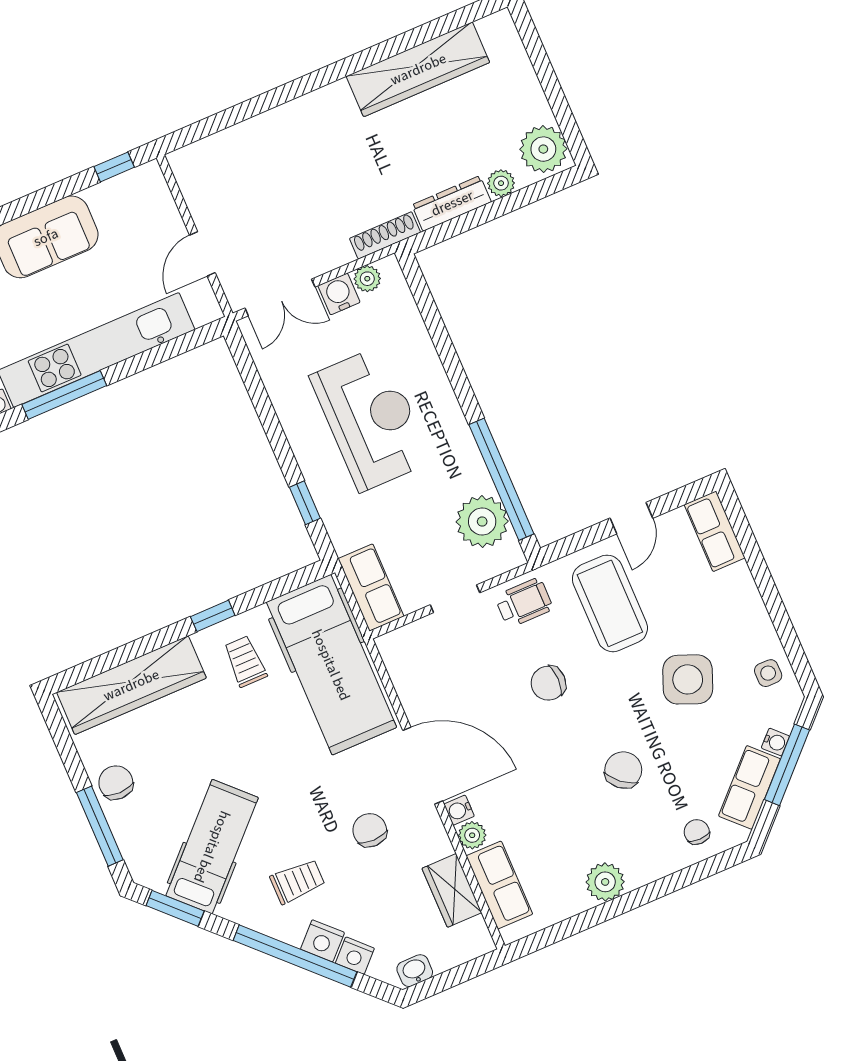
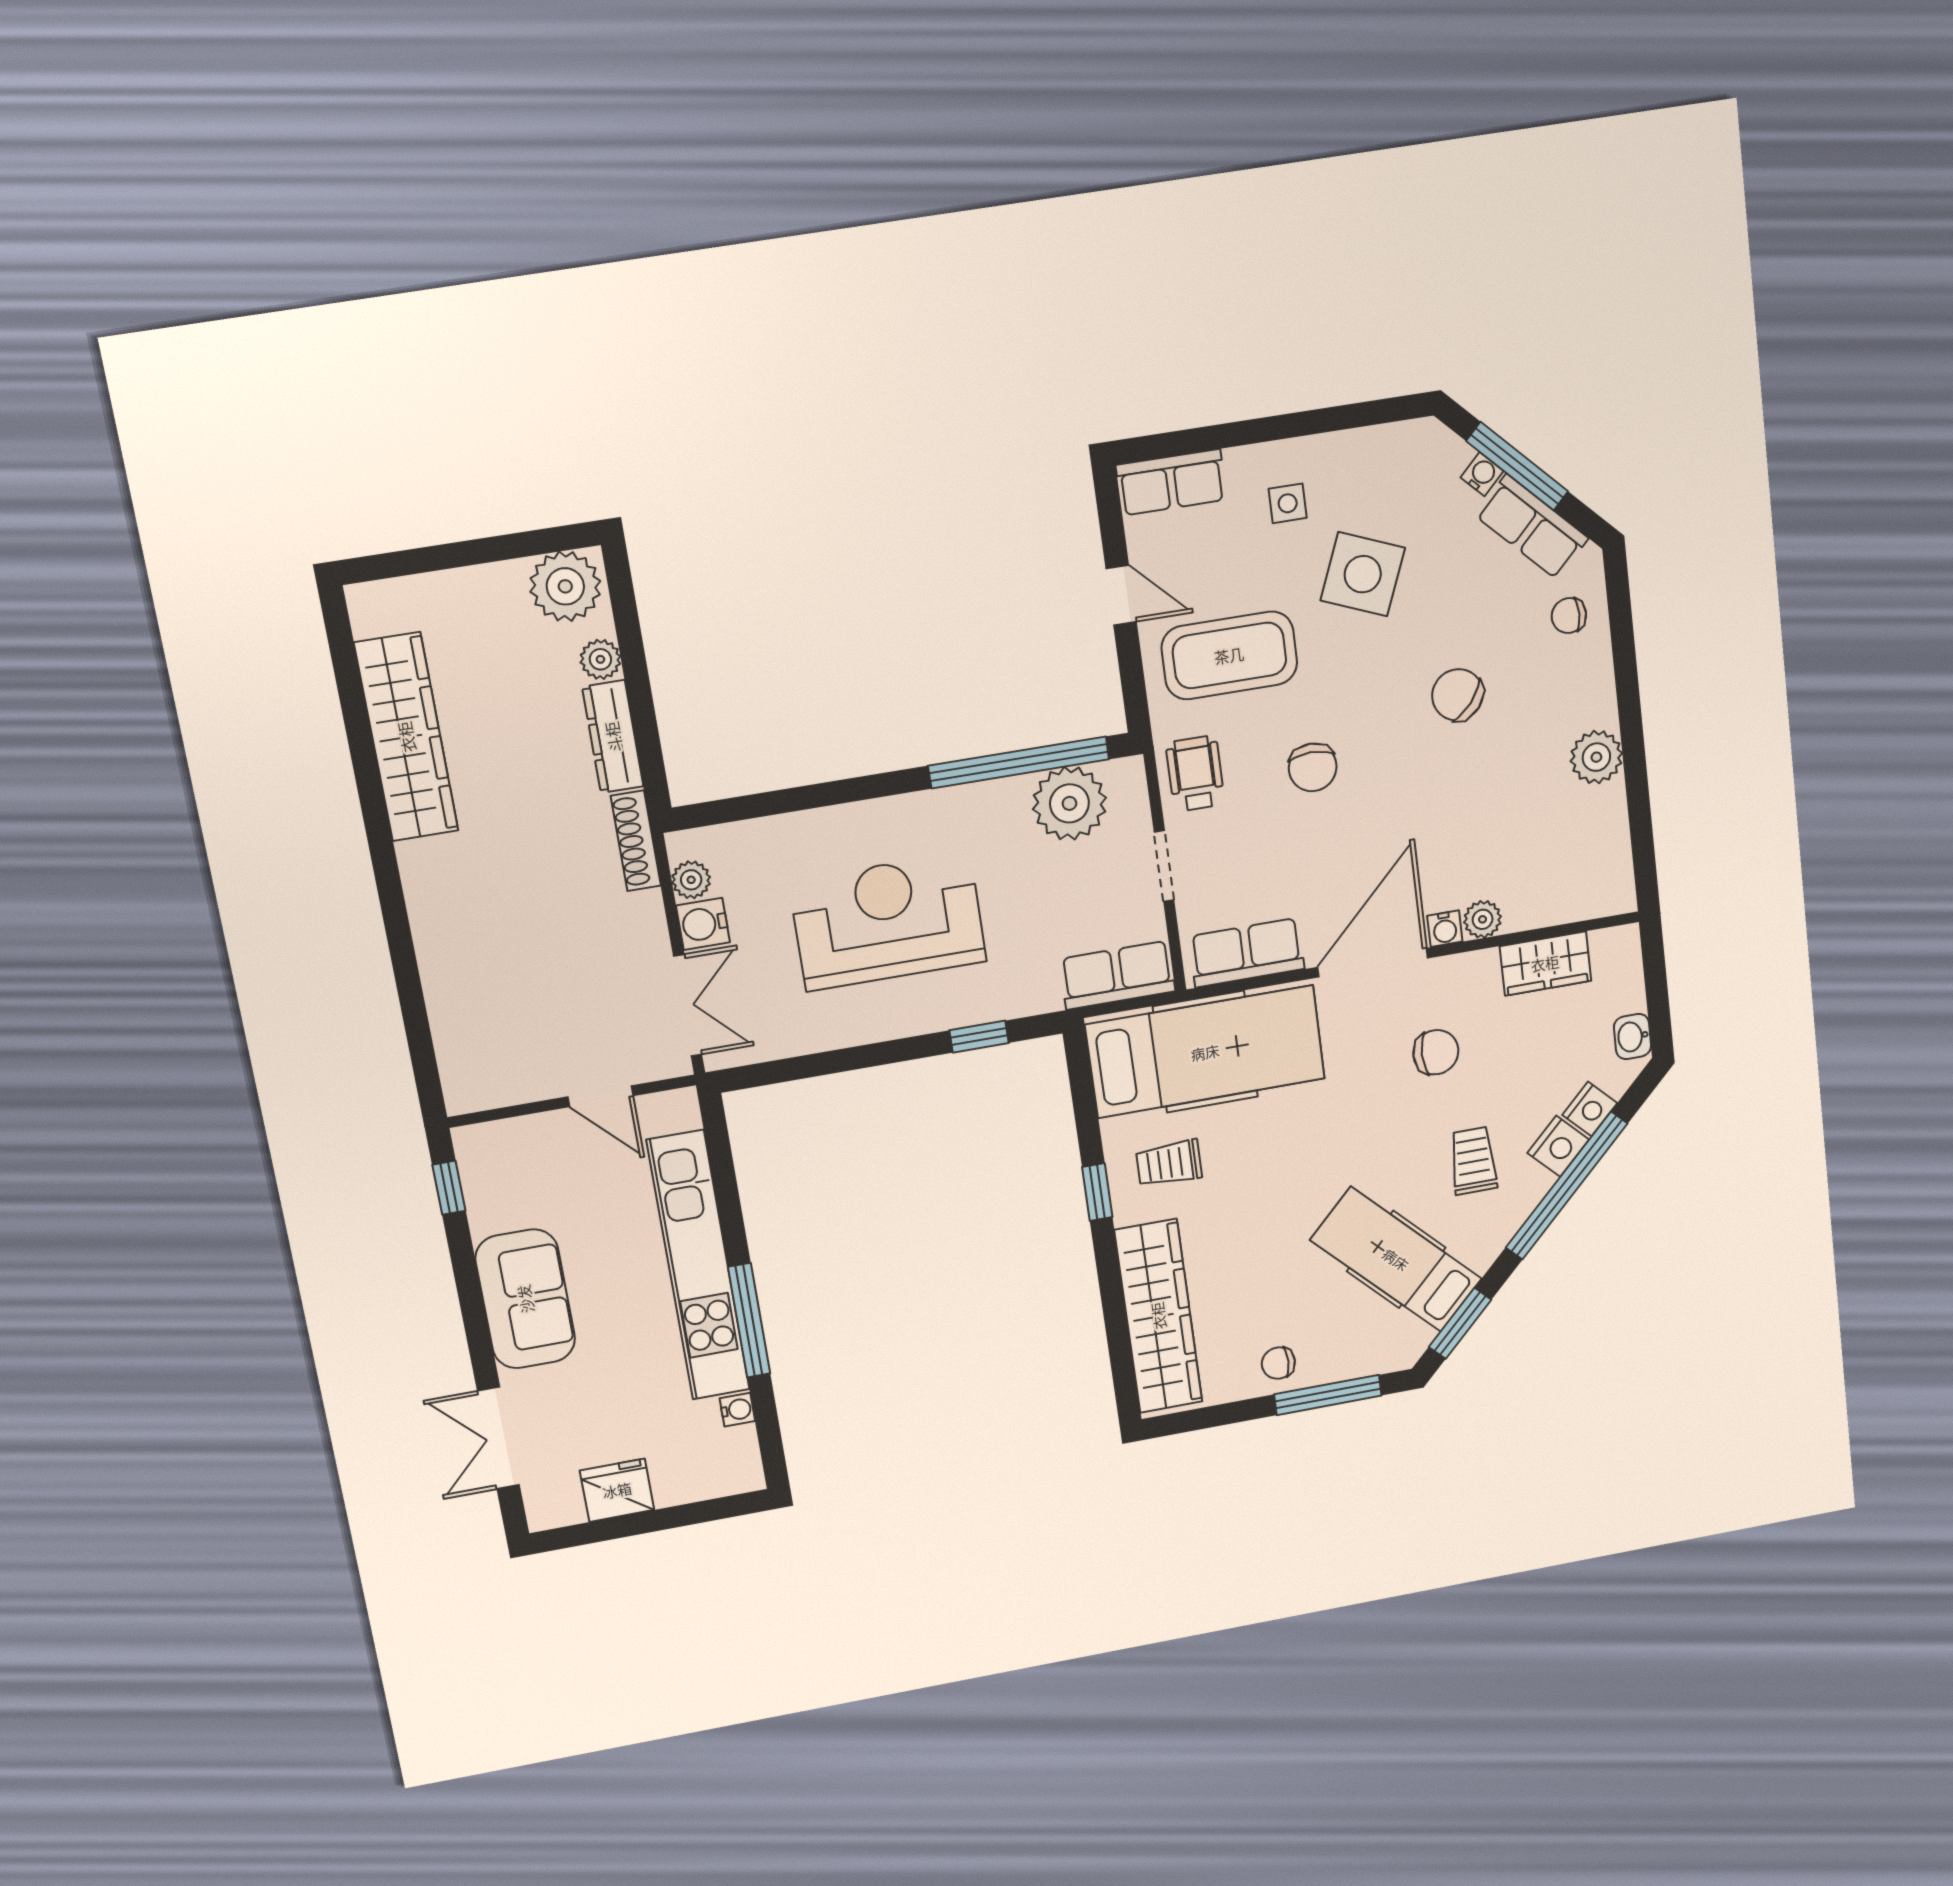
side table: (768, 673) -> (1288, 503), moved
chair: (116, 783) -> (1278, 1363), width x0.73, depth x0.73
chair: (370, 830) -> (1436, 1052), turned 180
row of seats: (499, 885) -> (1247, 953), moved

